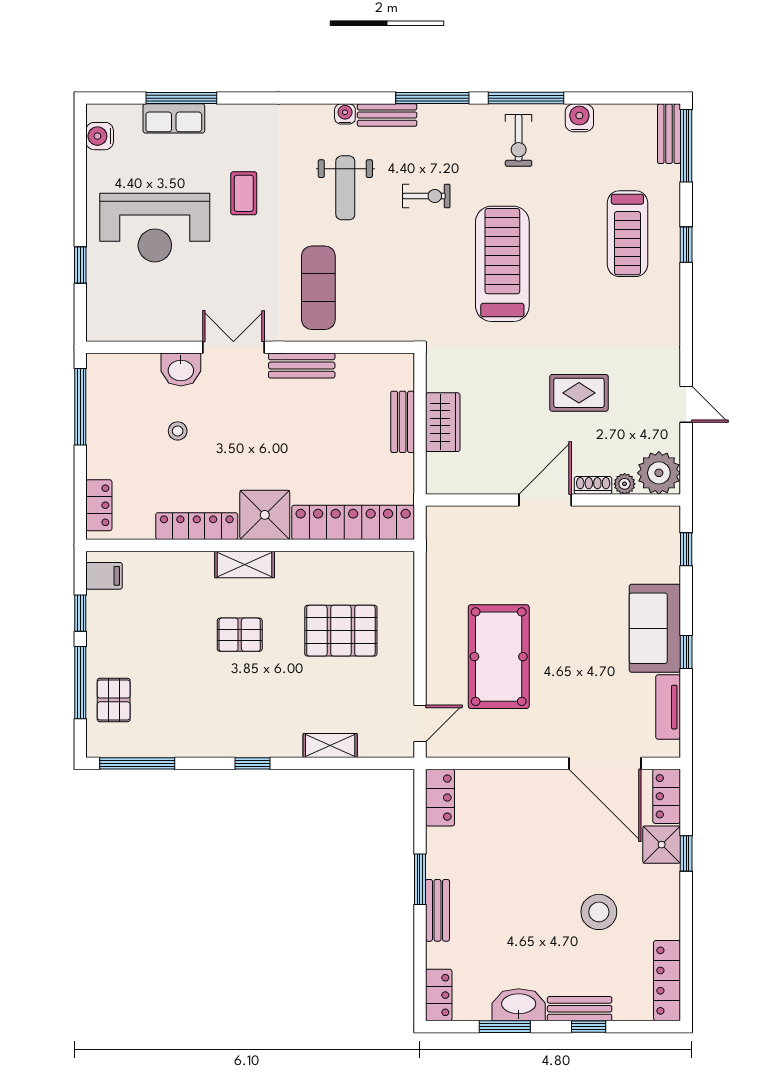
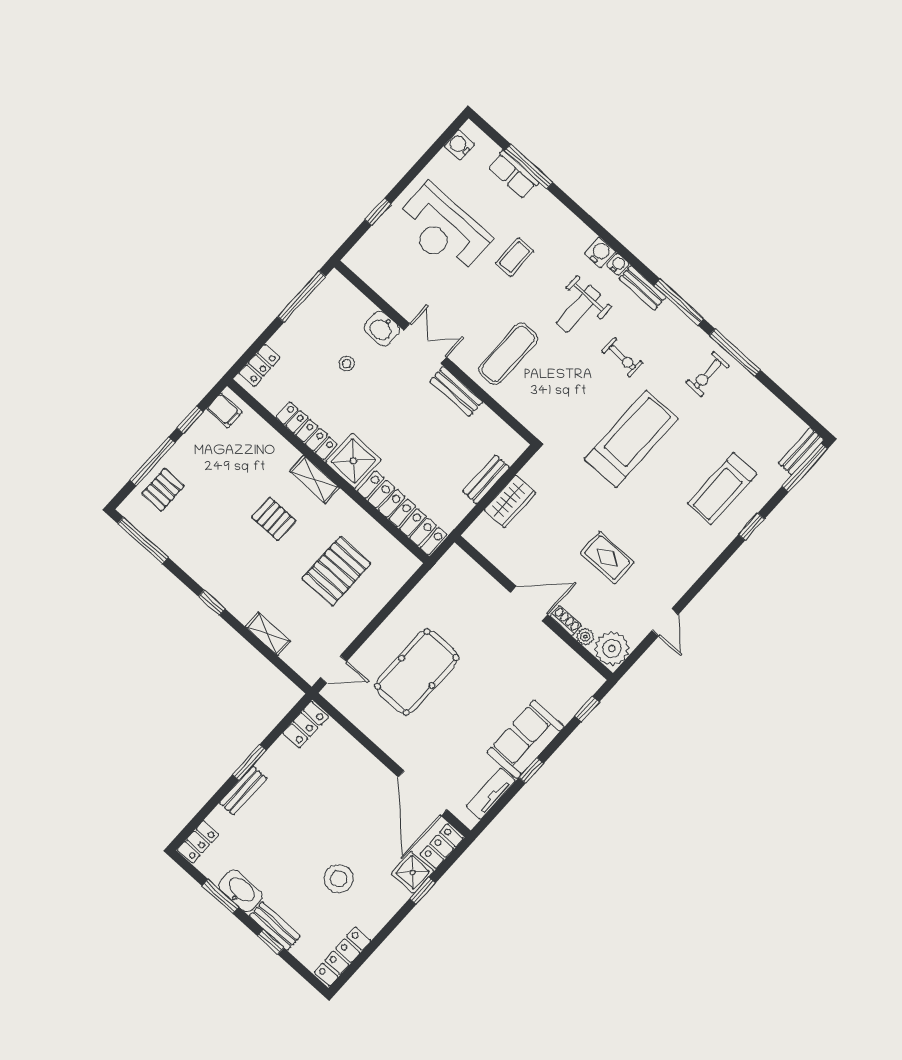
water cooler: (579, 118) -> (600, 252), moved
pallet: (341, 631) -> (336, 571), turned 90

